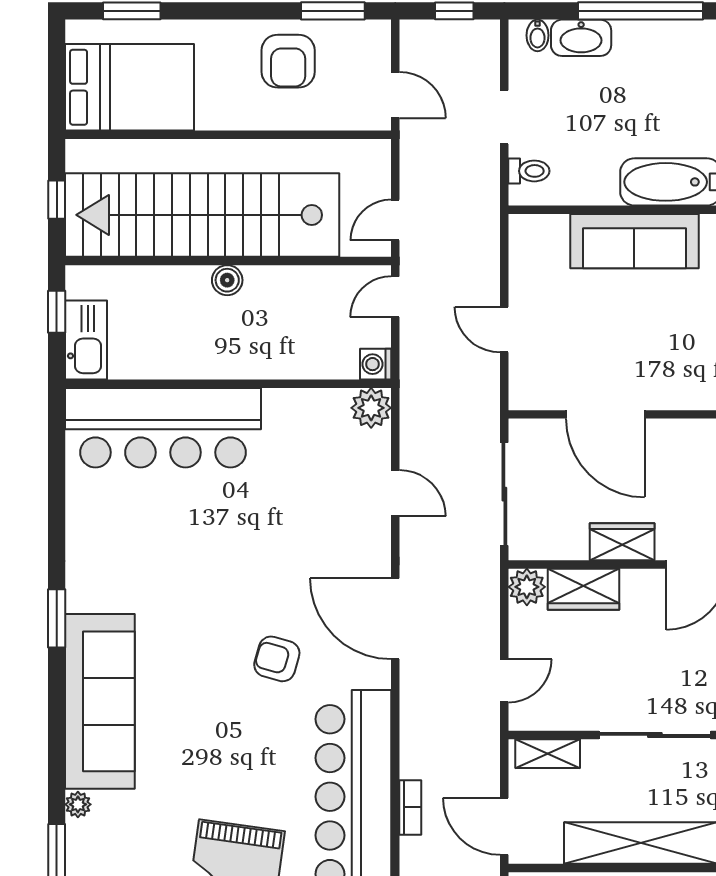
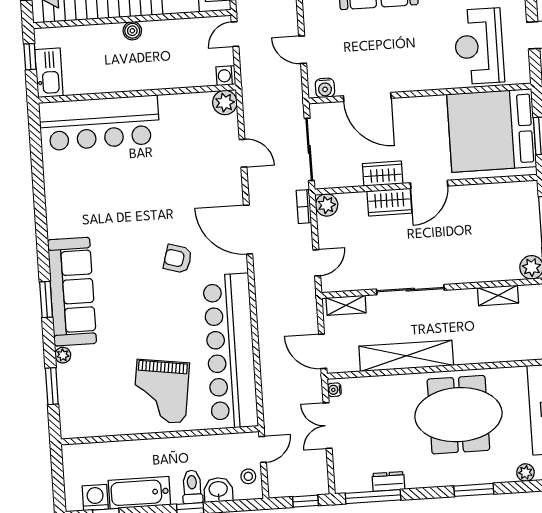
water cooler: (537, 395) -> (325, 88), added
wardrobe: (583, 589) -> (389, 202), moved
window: (57, 618) -> (46, 300), moved
bookcase: (410, 807) -> (304, 207), moved, turned 180

